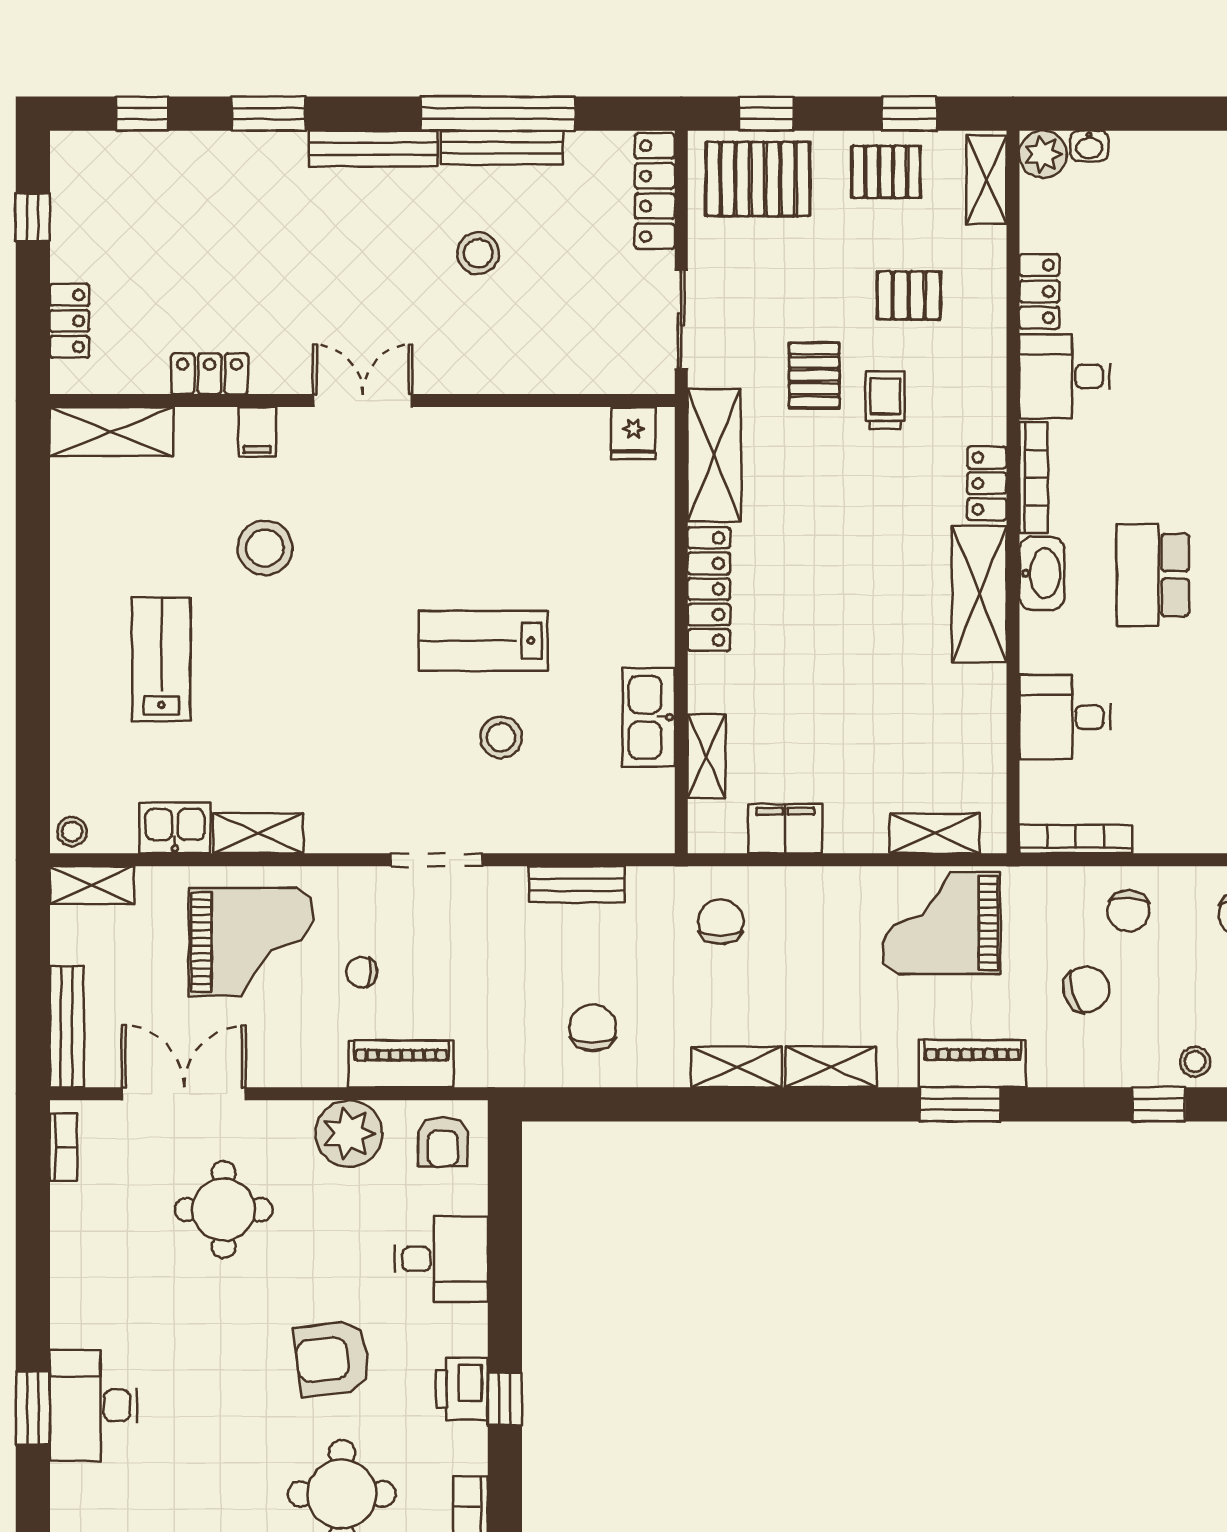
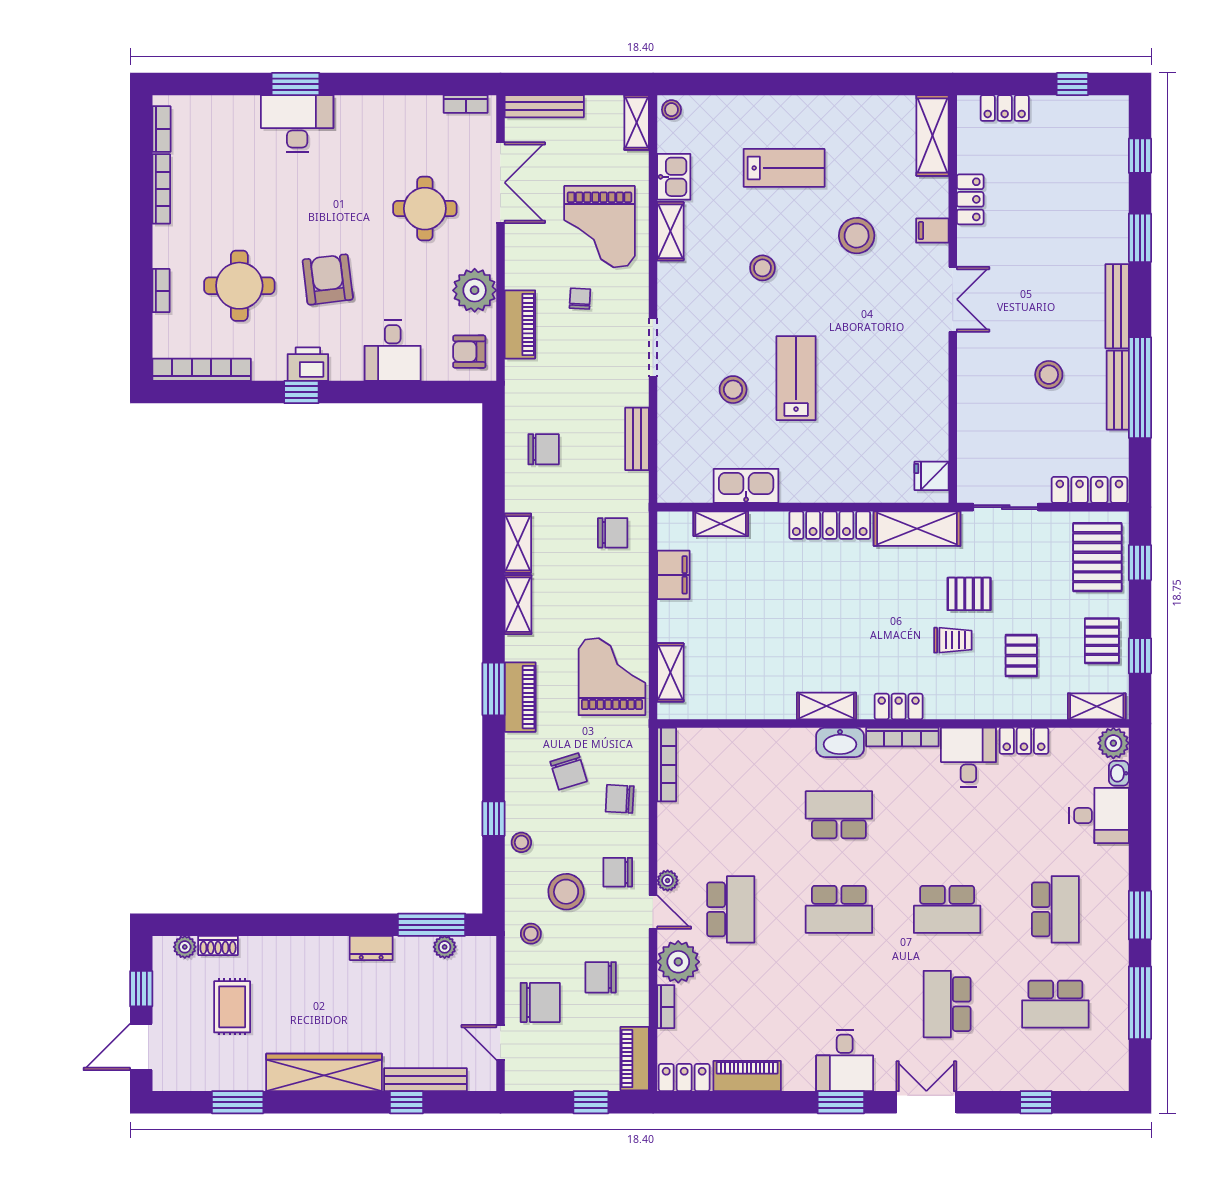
shelving: (979, 594) -> (827, 706), width x0.67, depth x0.75
stool: (315, 692) -> (762, 268), added
desk: (1065, 717) -> (1099, 816), moved, turned 90

